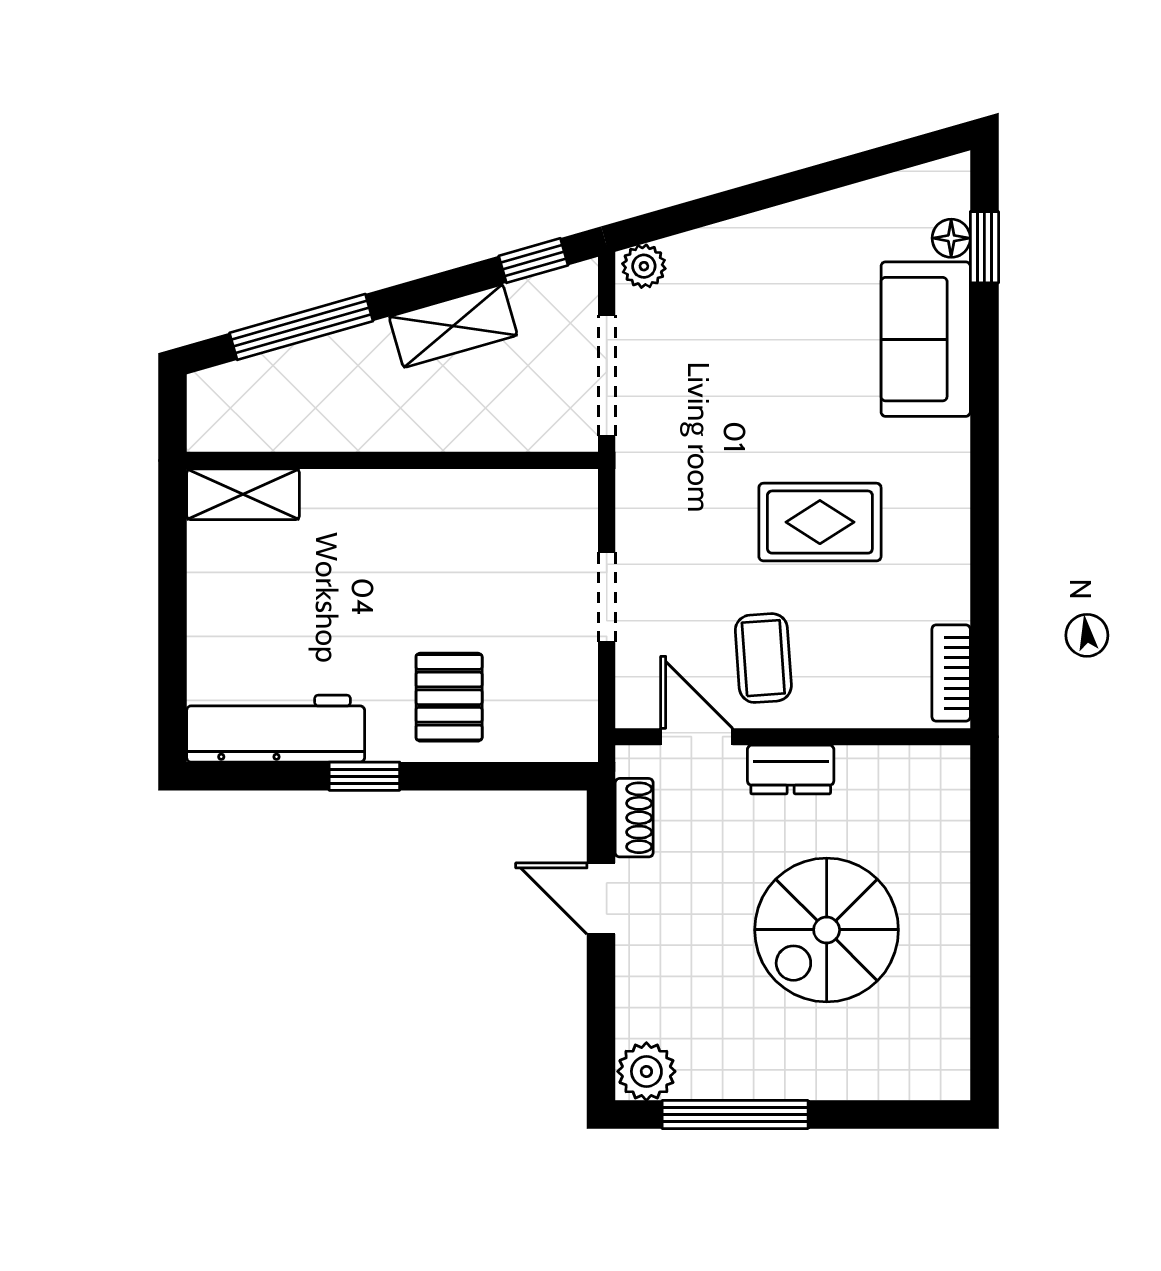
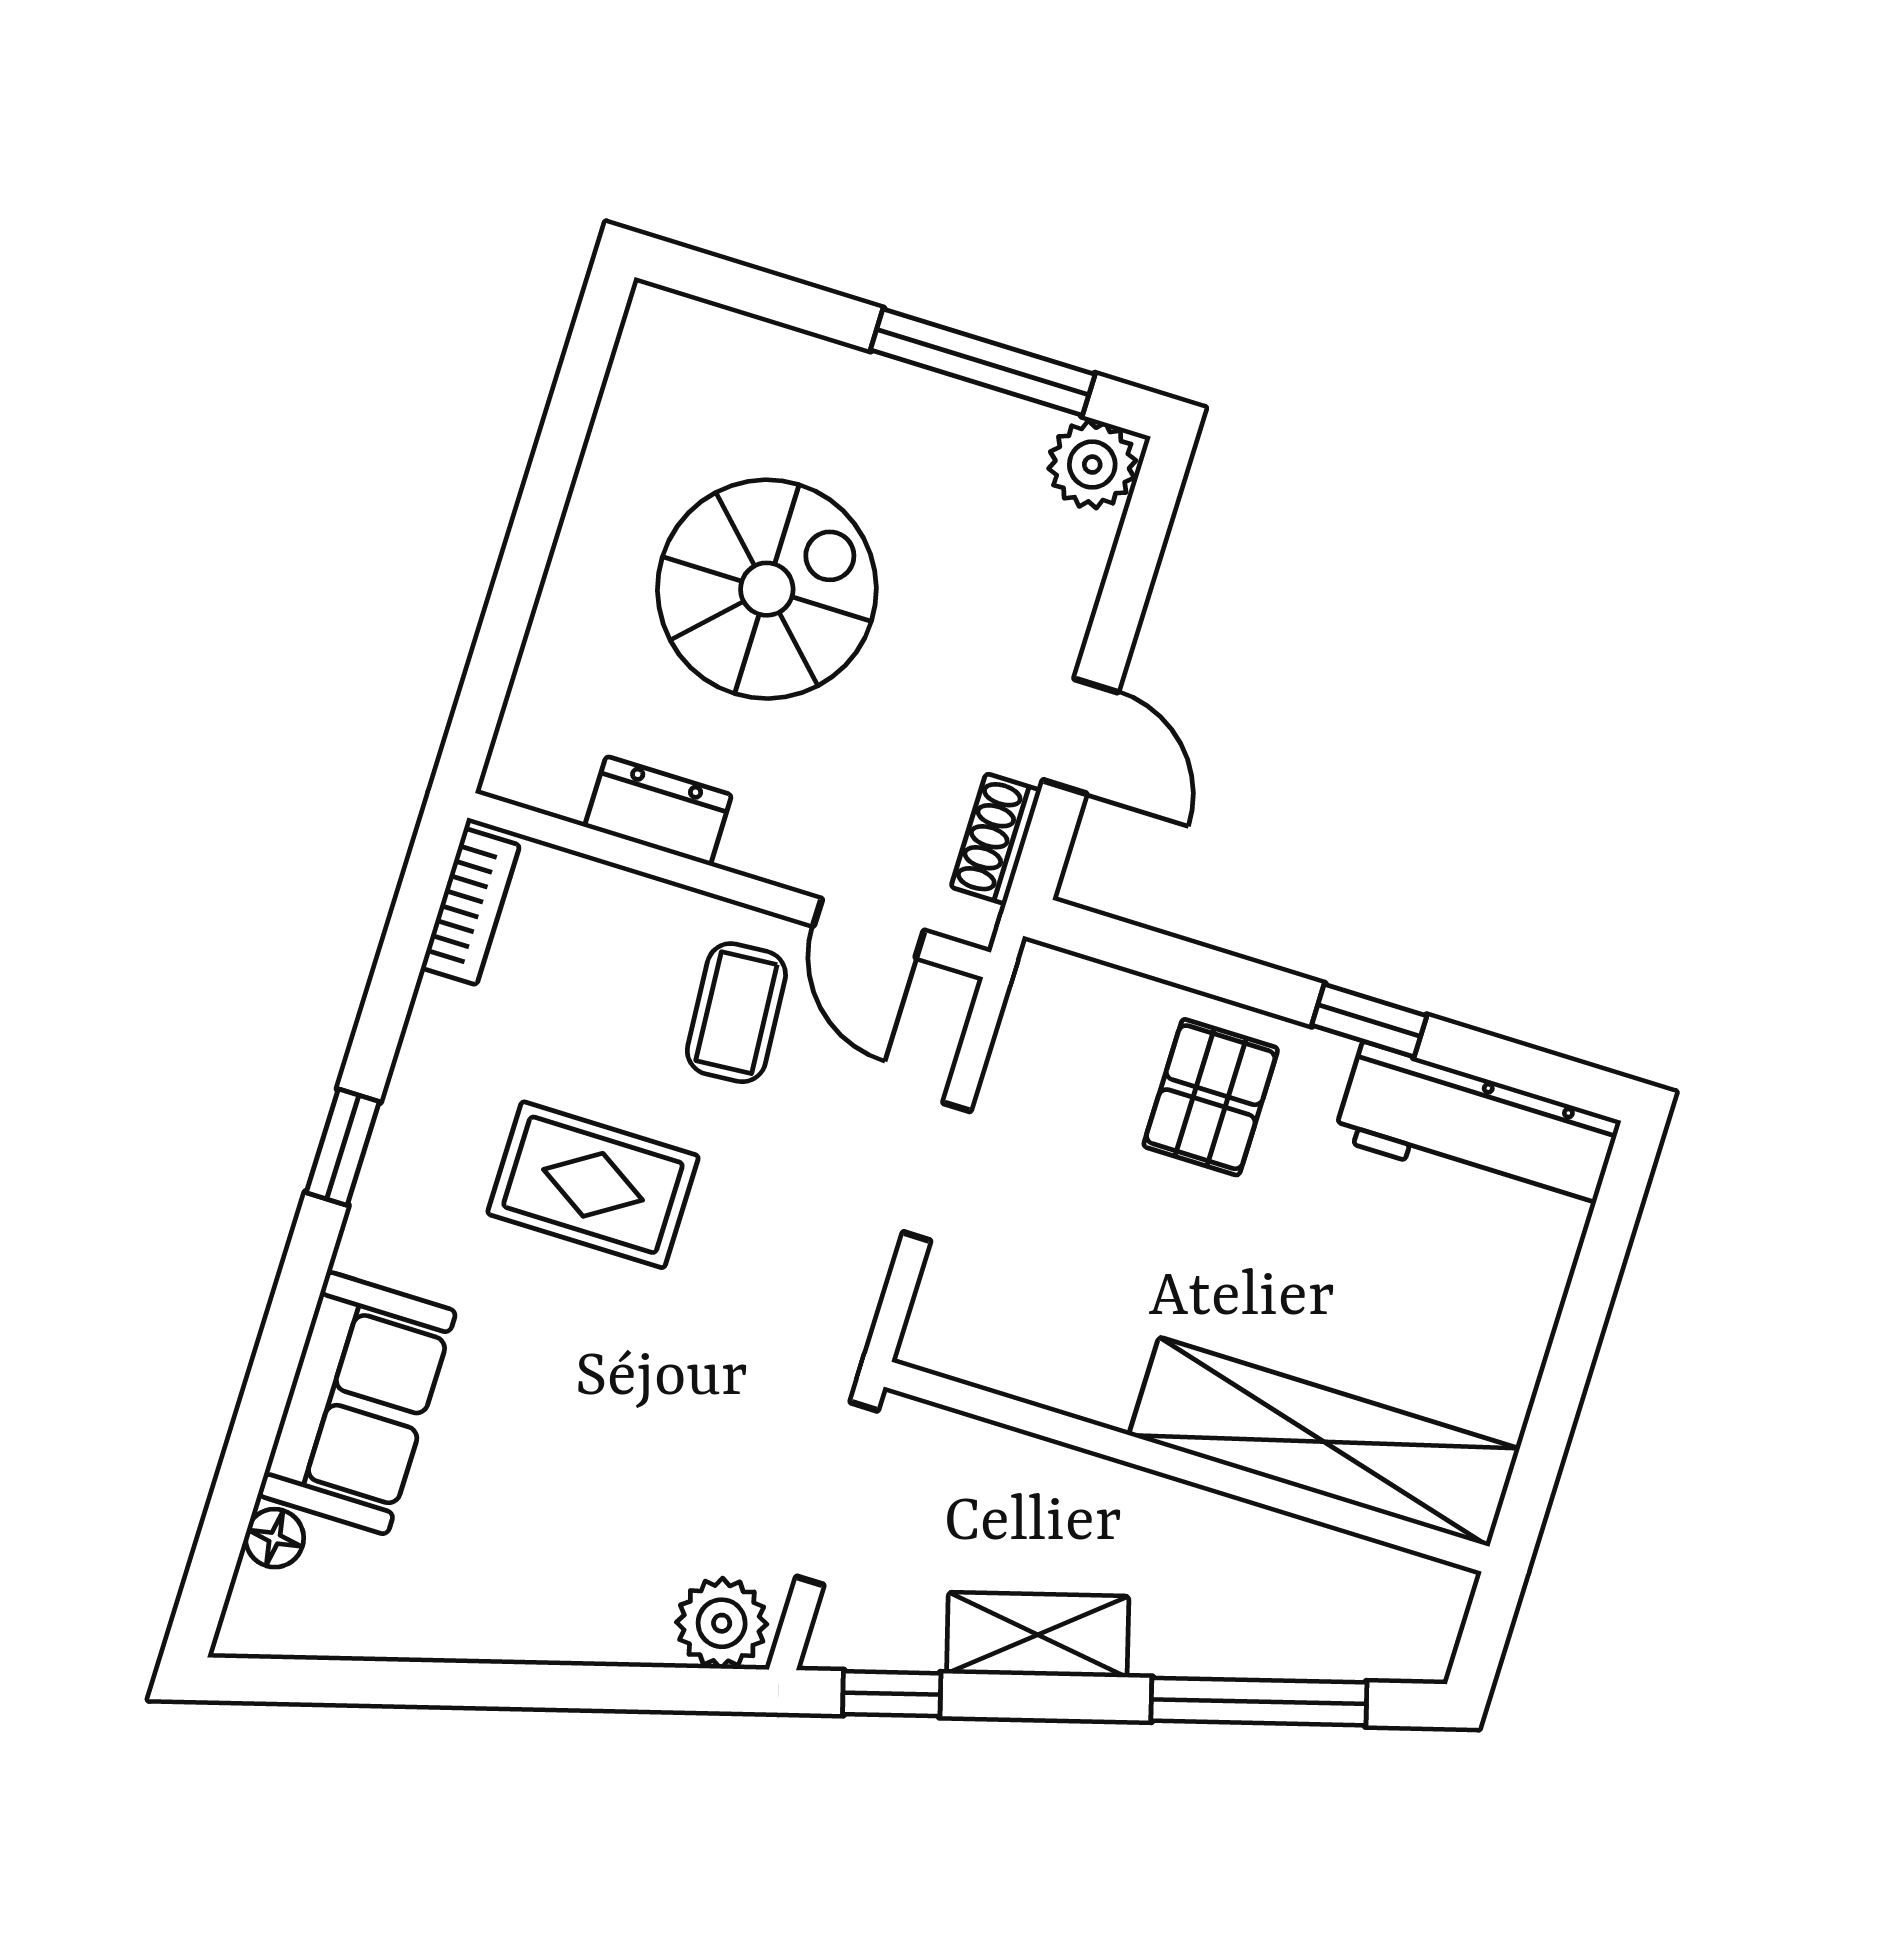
window: (984, 247) -> (343, 1147), moved
plant: (644, 266) -> (722, 1623), width x1.38, depth x1.38
shelving: (243, 494) -> (1324, 1442), width x2.20, depth x1.33
dresser: (791, 770) -> (658, 811), moved

